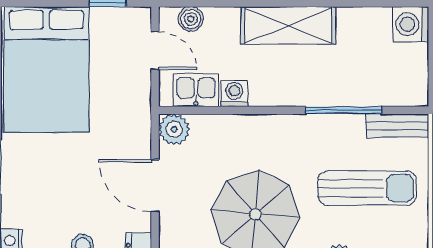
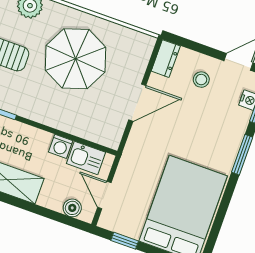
plant: (174, 129) -> (110, 136), removed
door: (155, 186) -> (137, 103), hinge flipped

